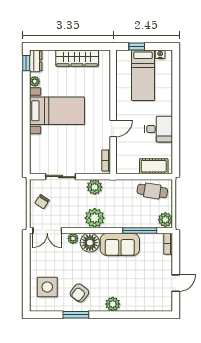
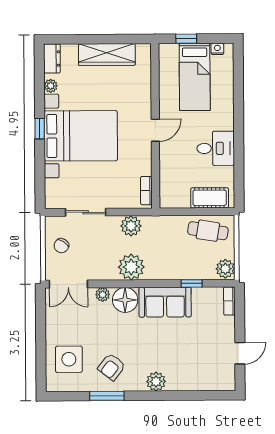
window: (26, 63) -> (40, 129), moved
bed with nightstands: (57, 111) -> (81, 136), width x1.36
door: (113, 128) -> (155, 130), moved
window: (140, 230) -> (192, 283), width x0.46

